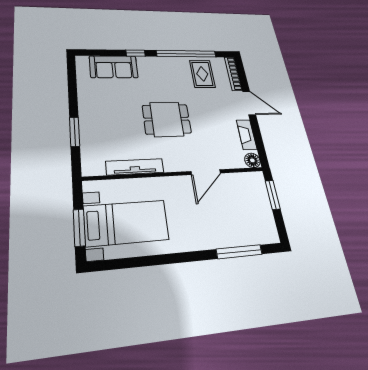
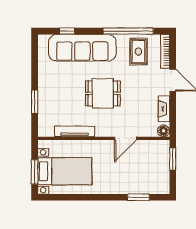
window: (136, 53) -> (67, 31), moved
sofa: (114, 67) -> (82, 48), width x1.85, depth x1.27
window: (239, 252) -> (138, 197), width x0.69

